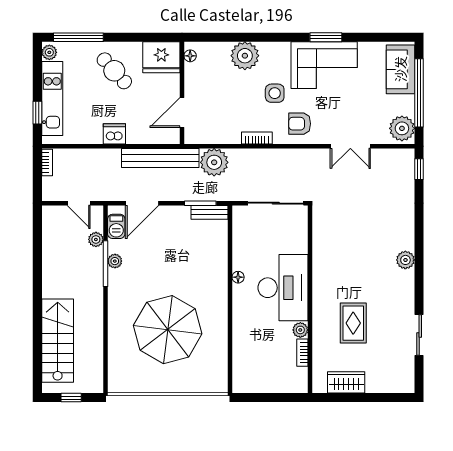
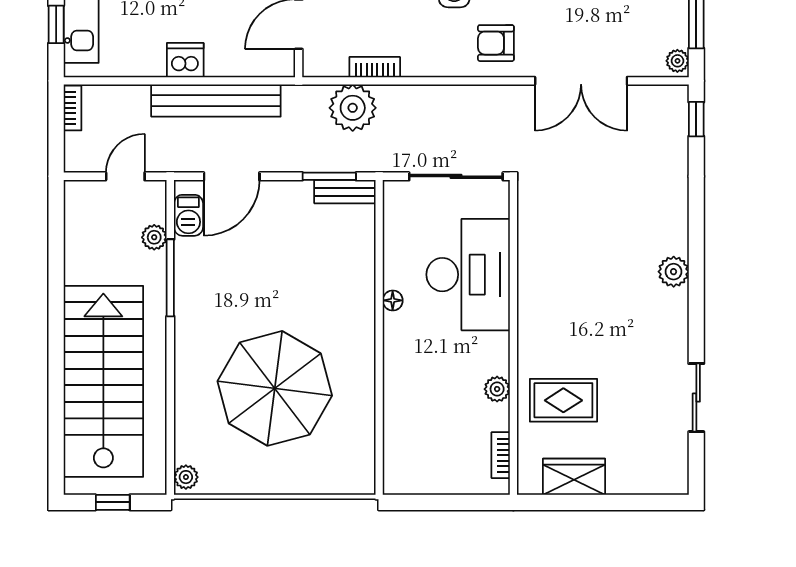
plant: (402, 128) -> (677, 61), width x0.53, depth x0.53
bookcase: (257, 138) -> (375, 67), moved
double door: (350, 146) -> (581, 81), width x1.37
bench: (160, 158) -> (216, 101), moved
door: (79, 203) -> (125, 176), swing flipped
plant: (115, 261) -> (186, 477), moved
desk: (283, 288) -> (468, 275), moved
rug: (353, 323) -> (563, 400), moved, turned 90
stairs: (58, 341) -> (103, 381), width x1.36, depth x1.51
bookcase: (302, 353) -> (501, 455), moved

